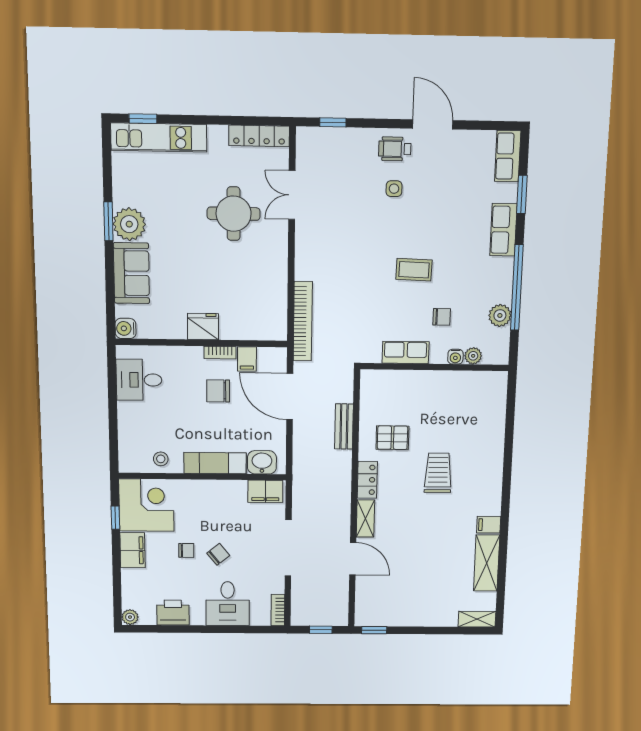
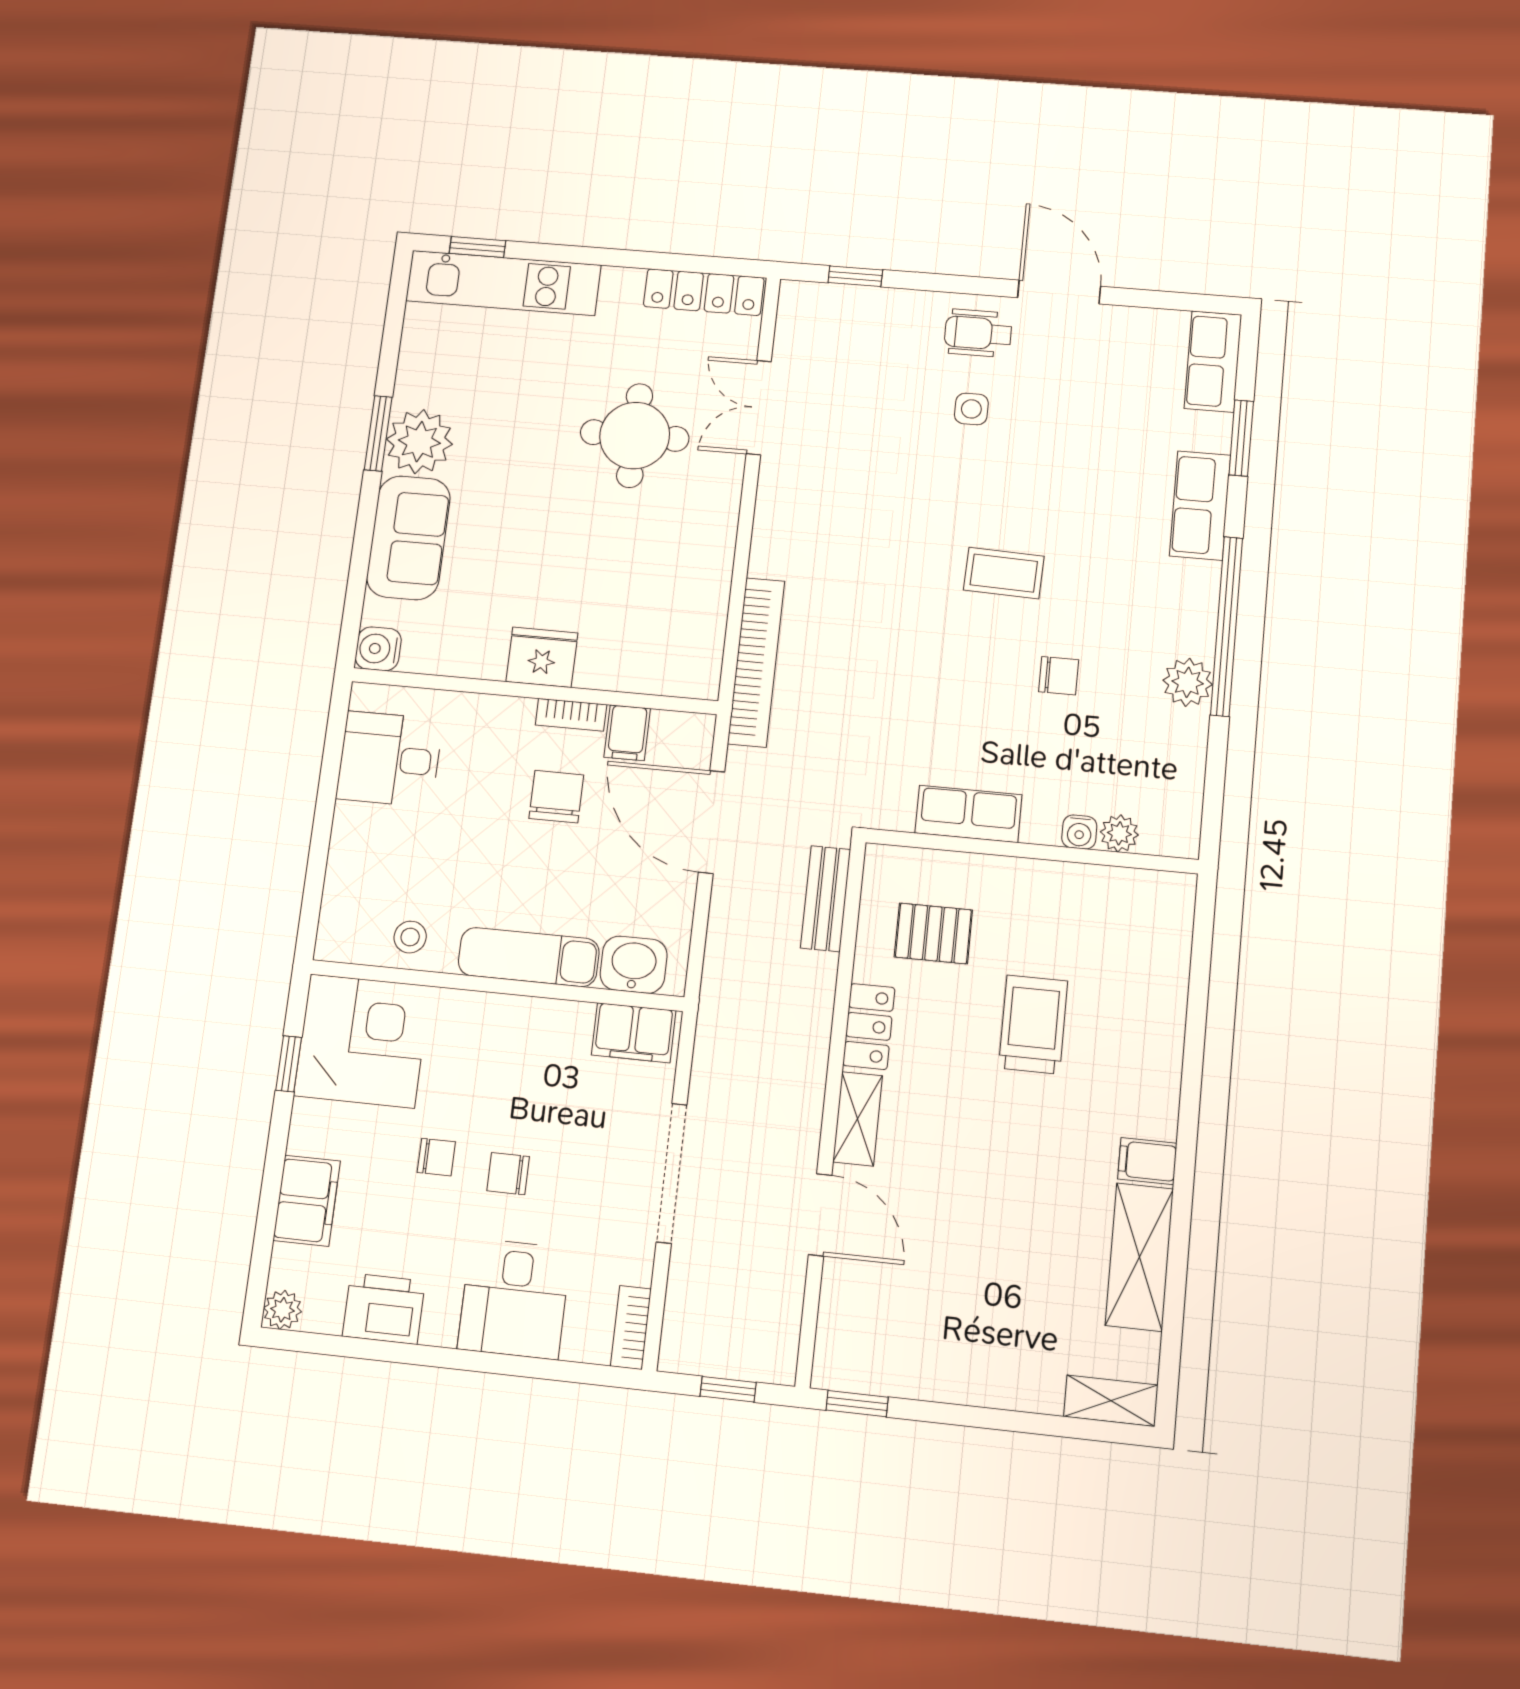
row of seats: (406, 352) -> (968, 814), moved
plant: (473, 356) -> (1119, 833), moved
water cooler: (455, 357) -> (1079, 832), moved
wall: (435, 367) -> (1032, 851), moved
chair: (218, 391) -> (556, 797), turned 90
filing cabinet: (133, 550) -> (307, 1201), moved
chair: (218, 554) -> (508, 1174), turned -141

